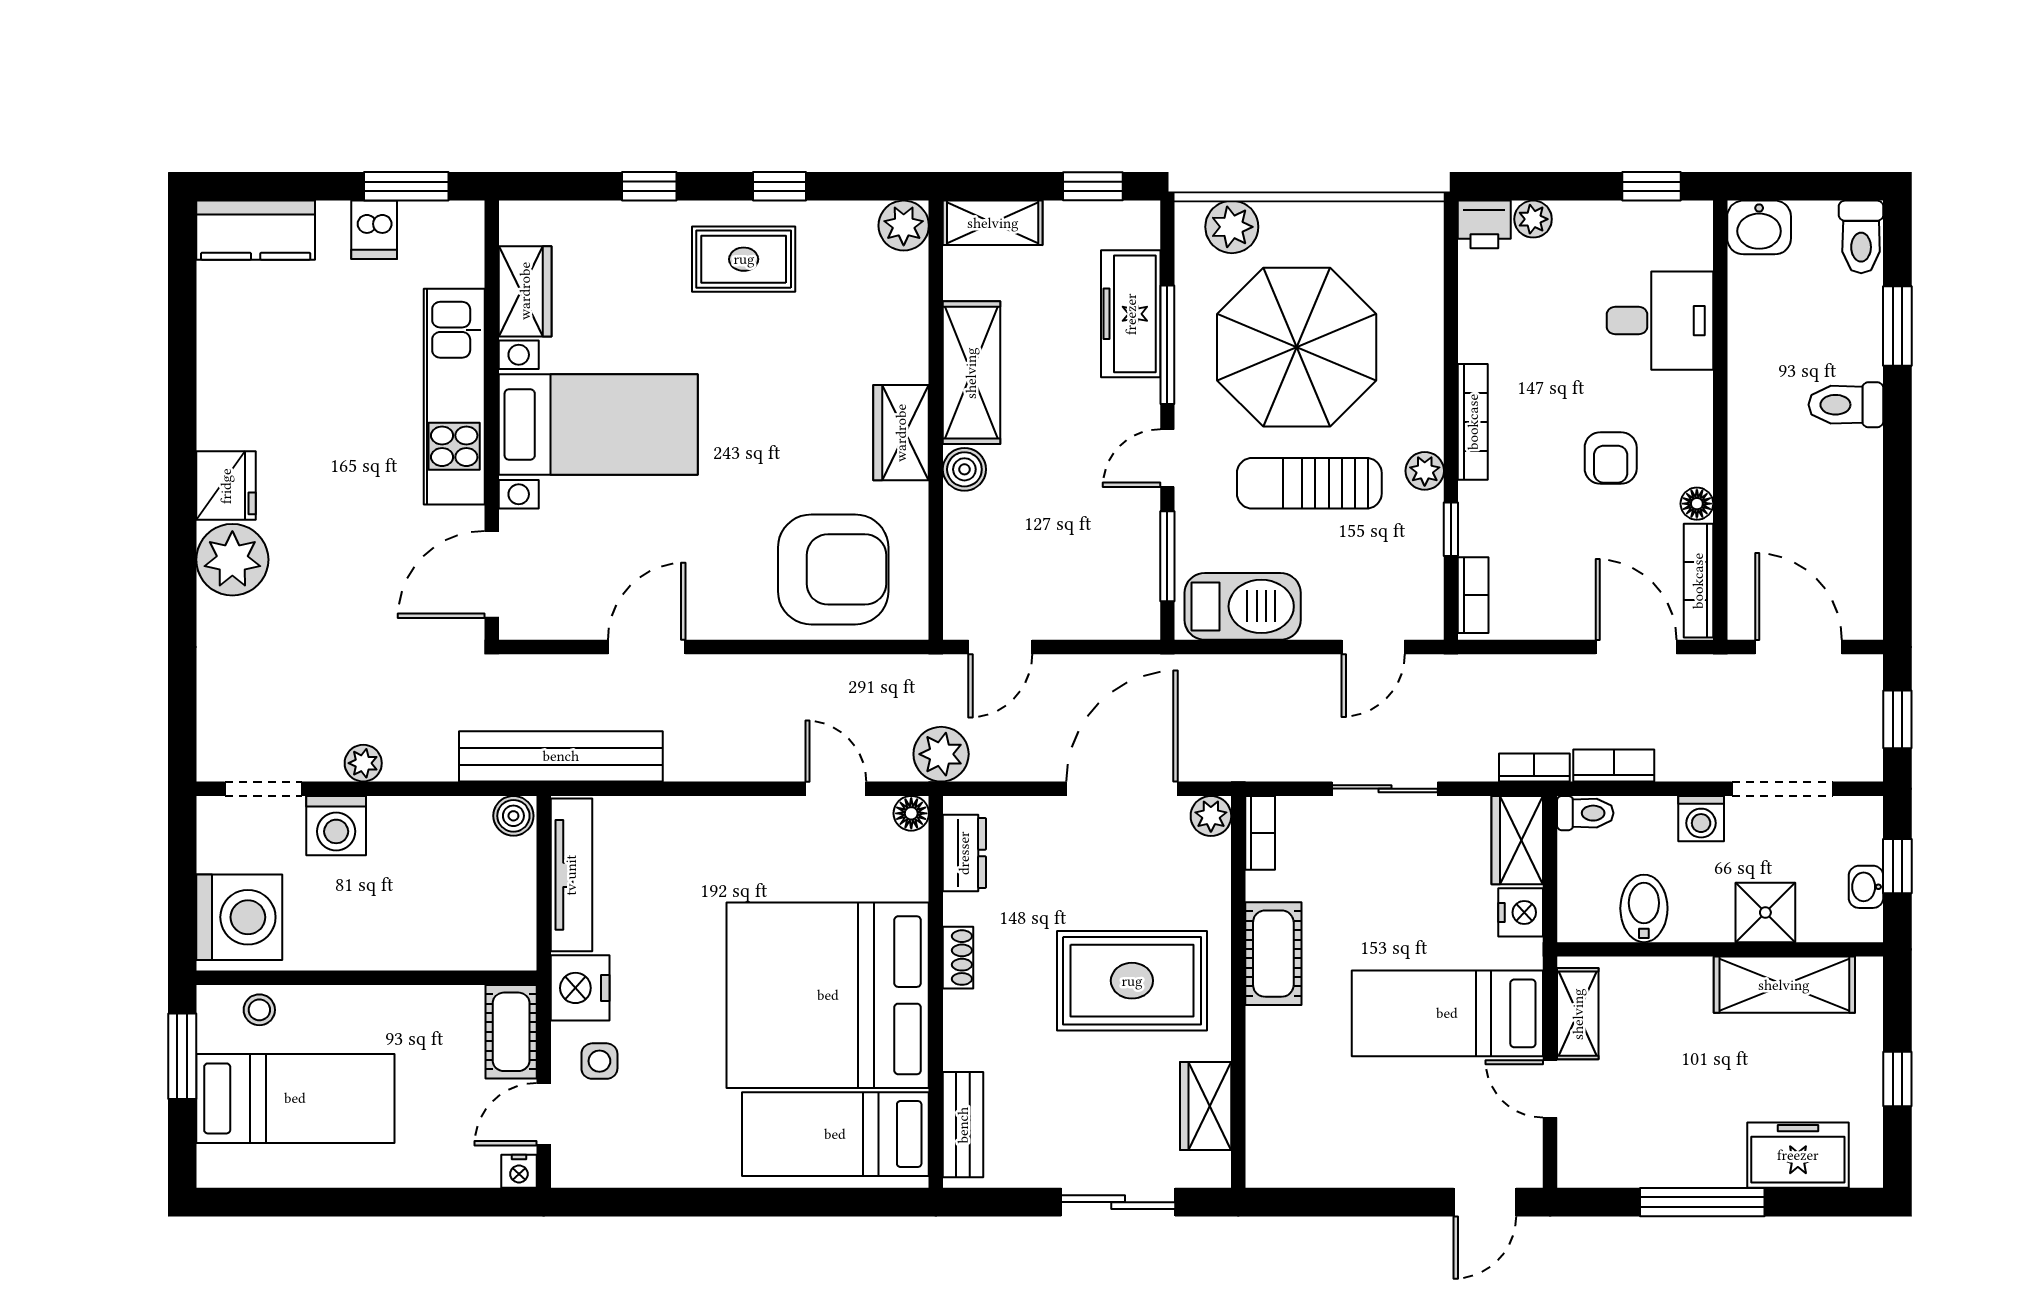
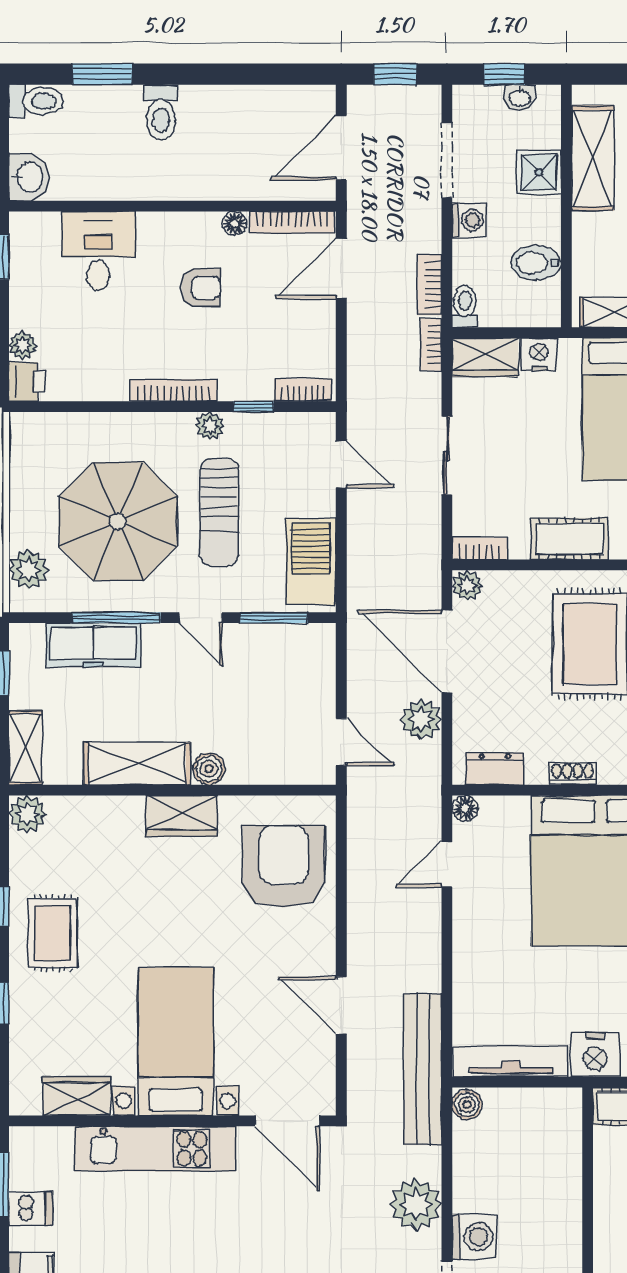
plant: (941, 754) -> (421, 719), moved
plant: (363, 763) -> (416, 1204), width x1.88, depth x1.88

